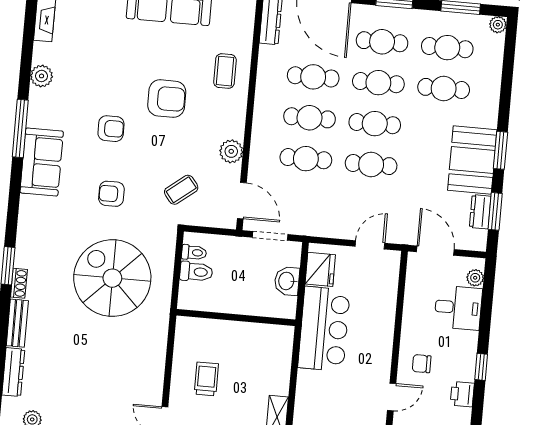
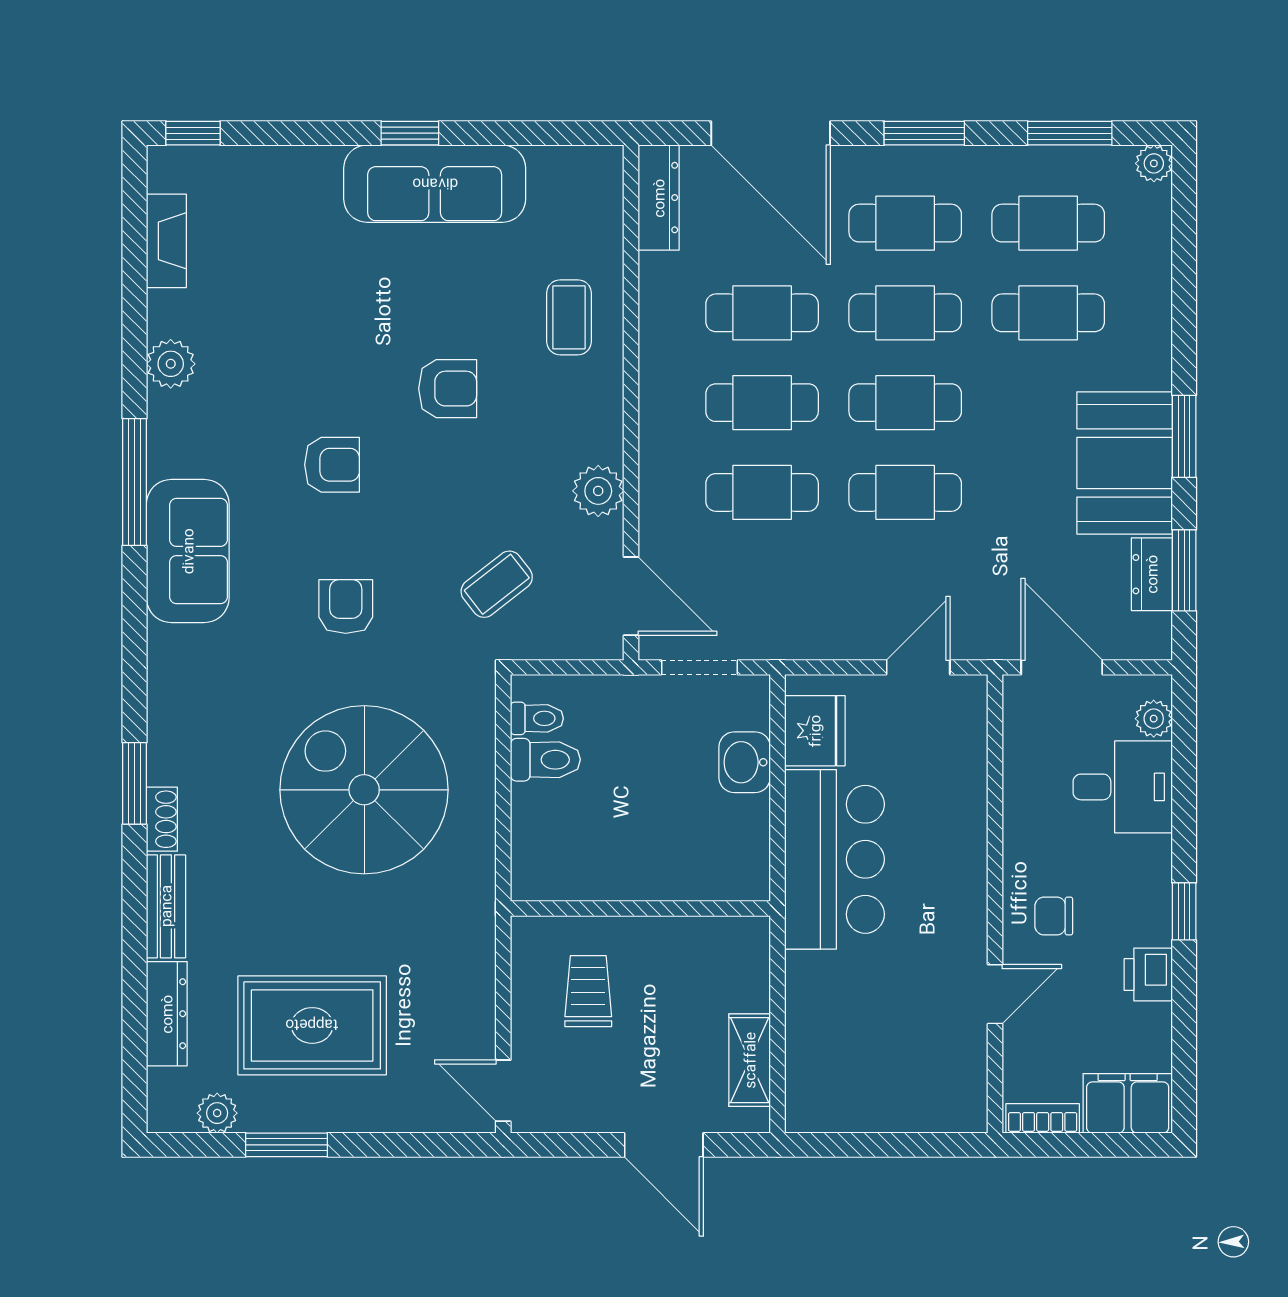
armchair: (167, 99) -> (448, 389), width x0.72, depth x0.72
armchair: (111, 194) -> (346, 606), turned 90
wall: (236, 318) -> (640, 908), moved
rug: (79, 383) -> (312, 1025), added

